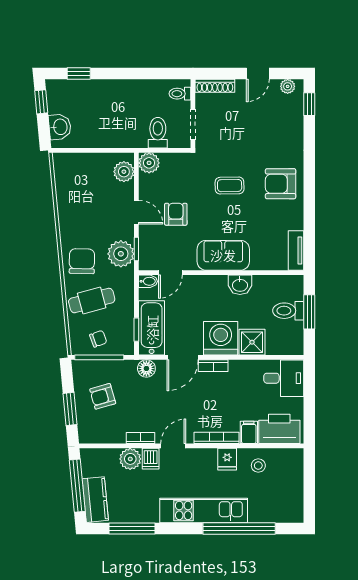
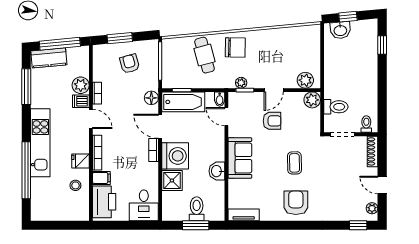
window: (41, 102) -> (348, 17), moved
plant: (121, 254) -> (241, 83), width x0.53, depth x0.53
chair: (98, 339) -> (175, 60), removed

